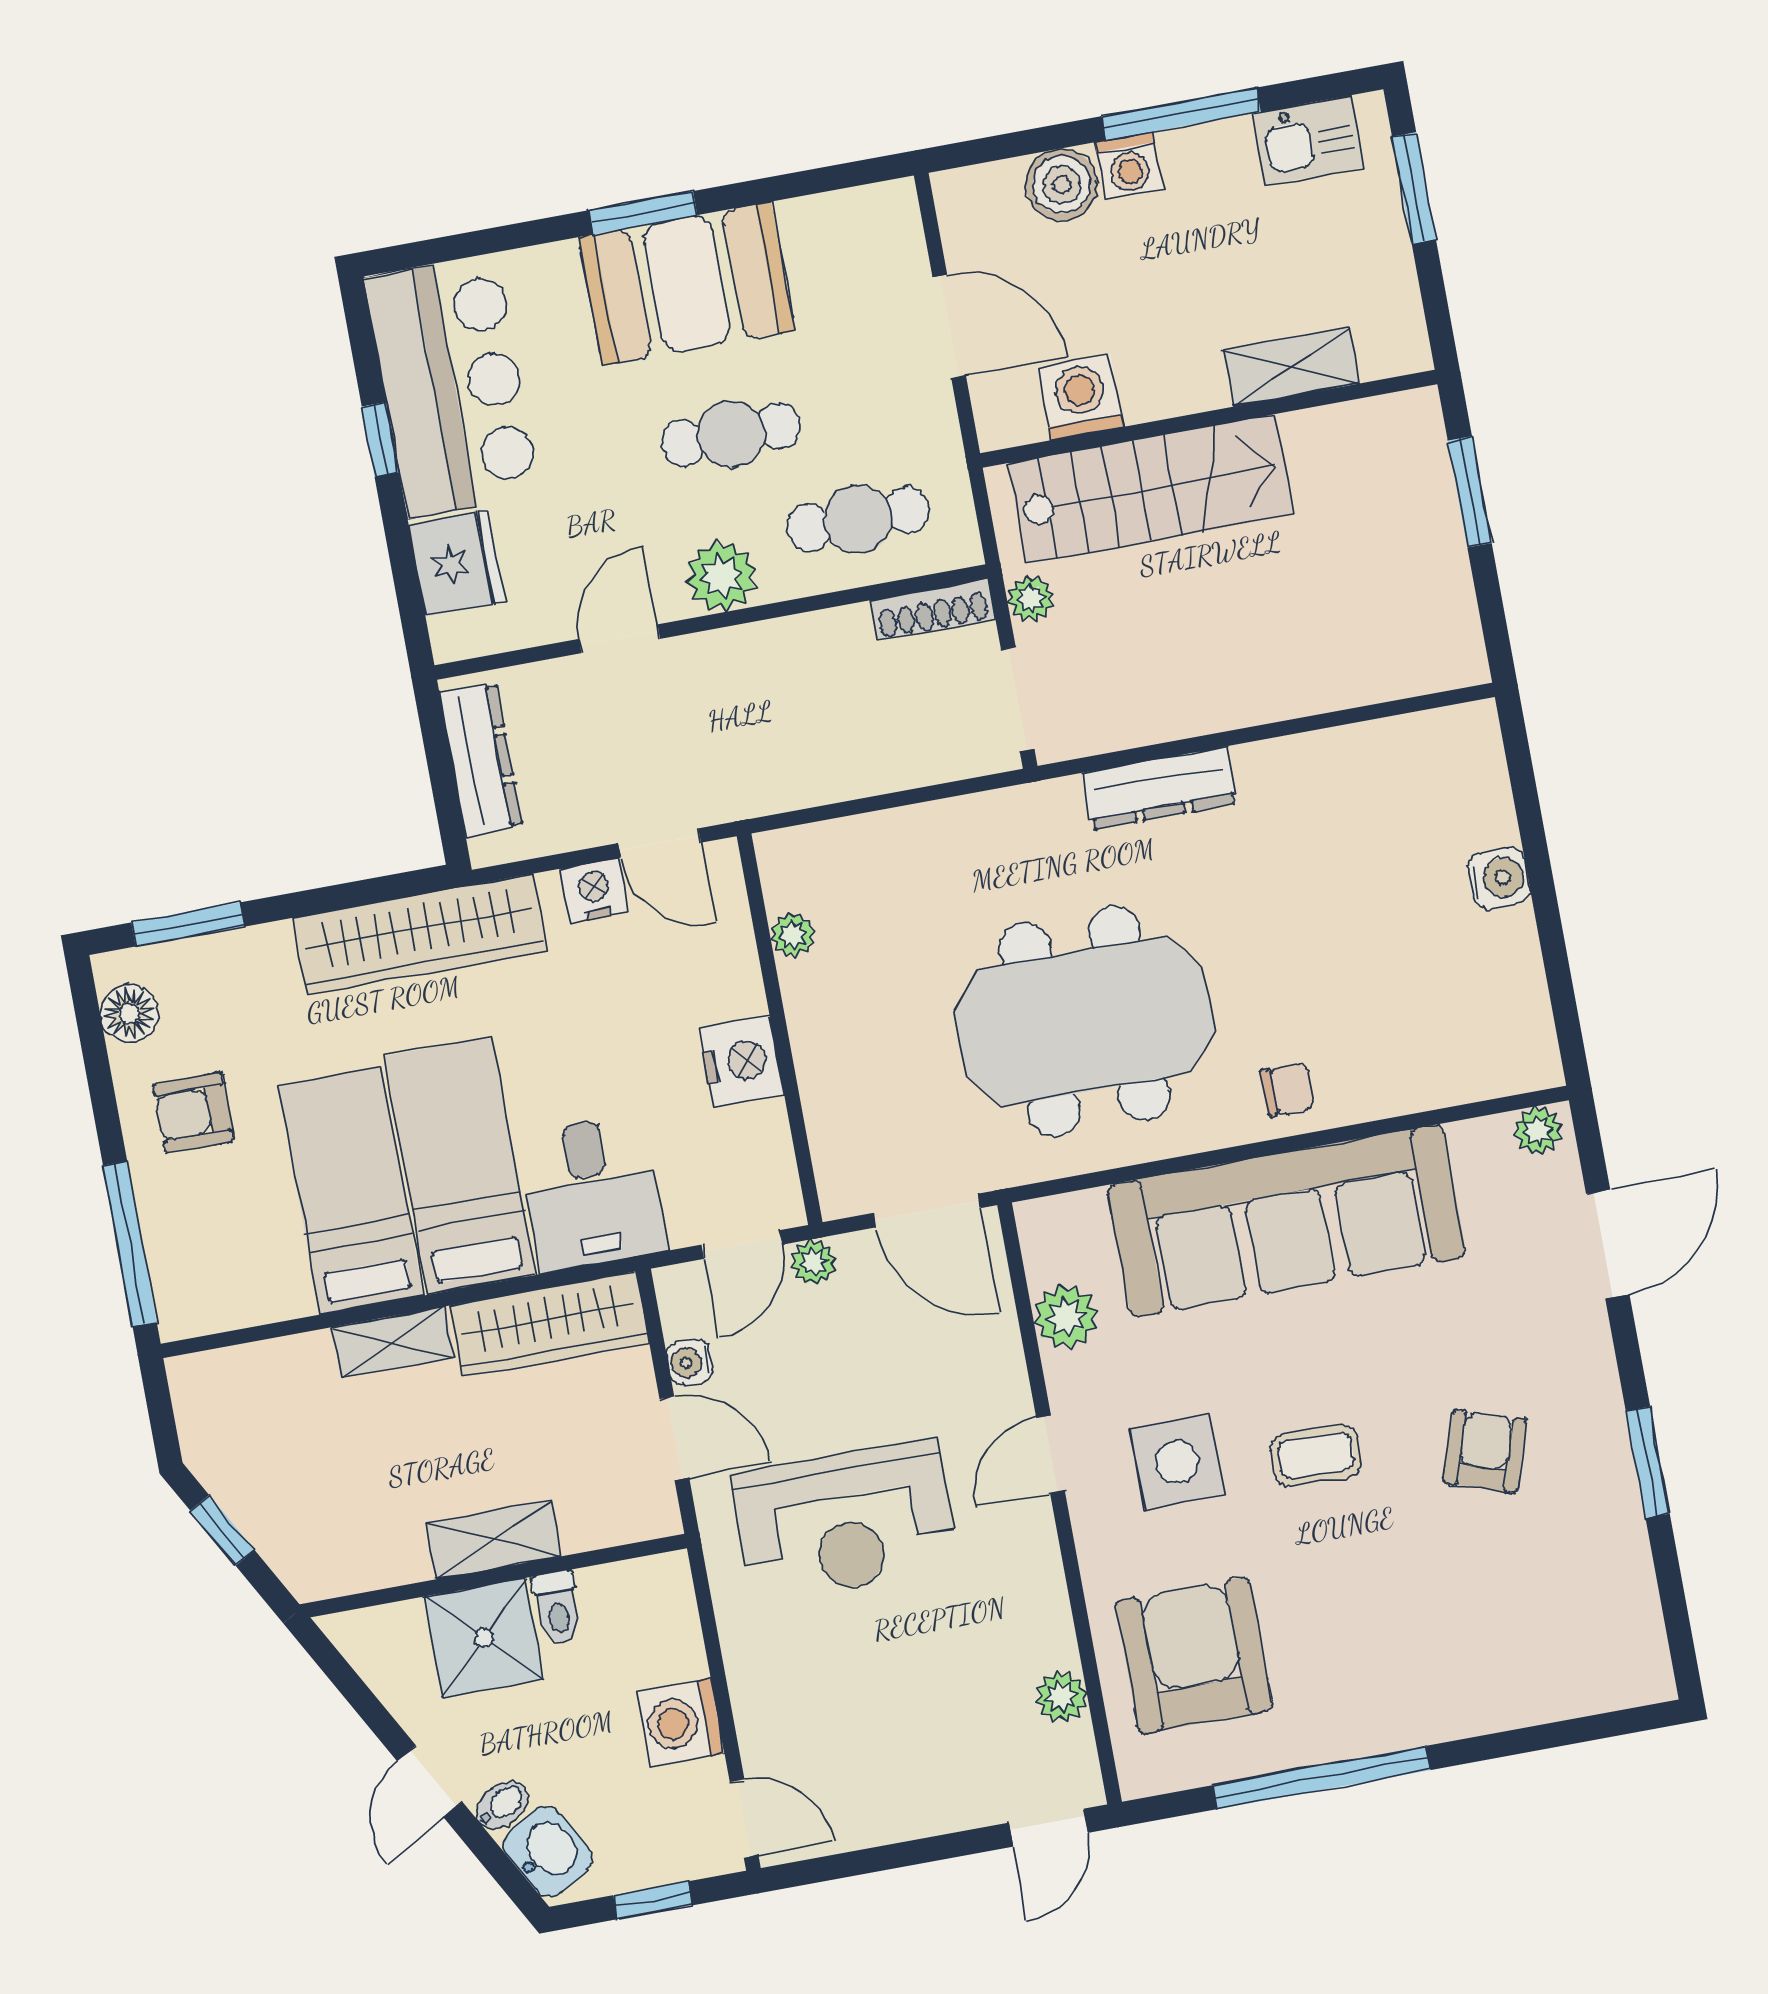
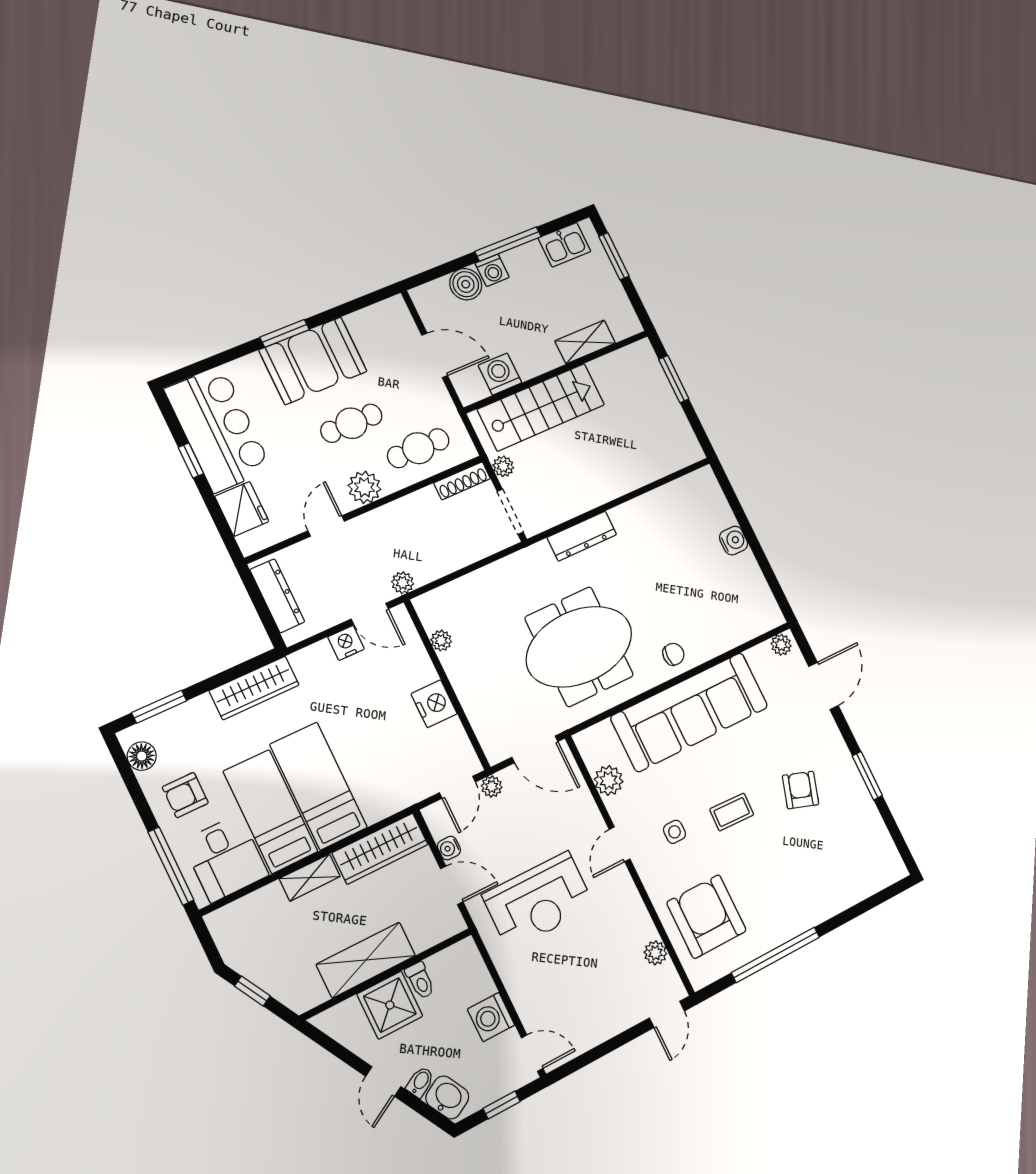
plant: (746, 795) -> (403, 583), added
wardrobe: (420, 934) -> (254, 688), width x0.71, depth x0.85
desk: (592, 1193) -> (225, 858), moved
side table: (1177, 1462) -> (674, 832), width x0.54, depth x0.54
shelving: (494, 1540) -> (366, 960), width x1.50, depth x1.33

